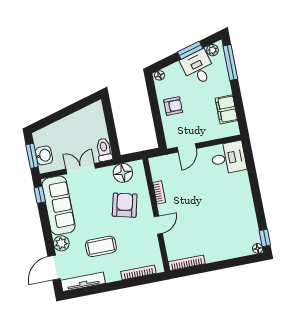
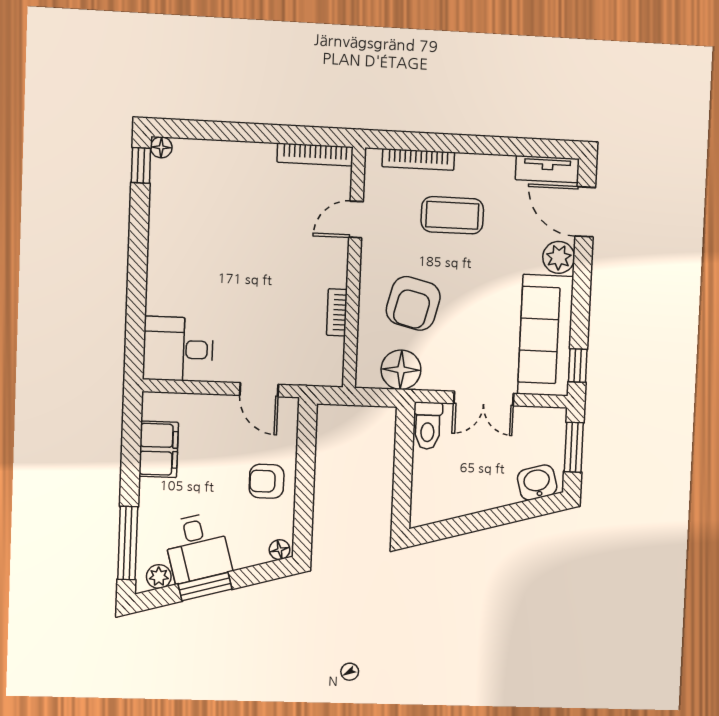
door: (187, 148) -> (259, 390), swing flipped
washbasin: (44, 155) -> (537, 483), moved, turned 75
door: (158, 225) -> (356, 219), moved
coffee table: (101, 246) -> (452, 215), moved
door: (54, 268) -> (585, 212), swing flipped
tv unit: (83, 282) -> (547, 169), width x0.71

